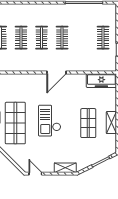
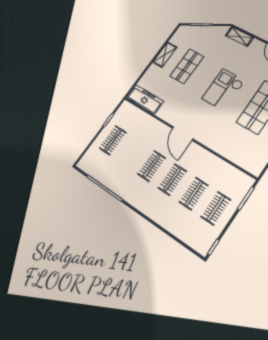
door: (56, 73) -> (183, 134), swing flipped
checkout: (50, 121) -> (223, 90), turned 180

